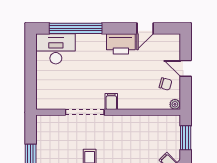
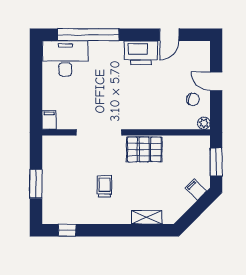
filing cabinet: (111, 102) -> (49, 120), moved
pallet: (124, 127) -> (144, 149), added

